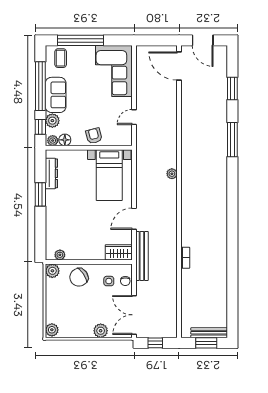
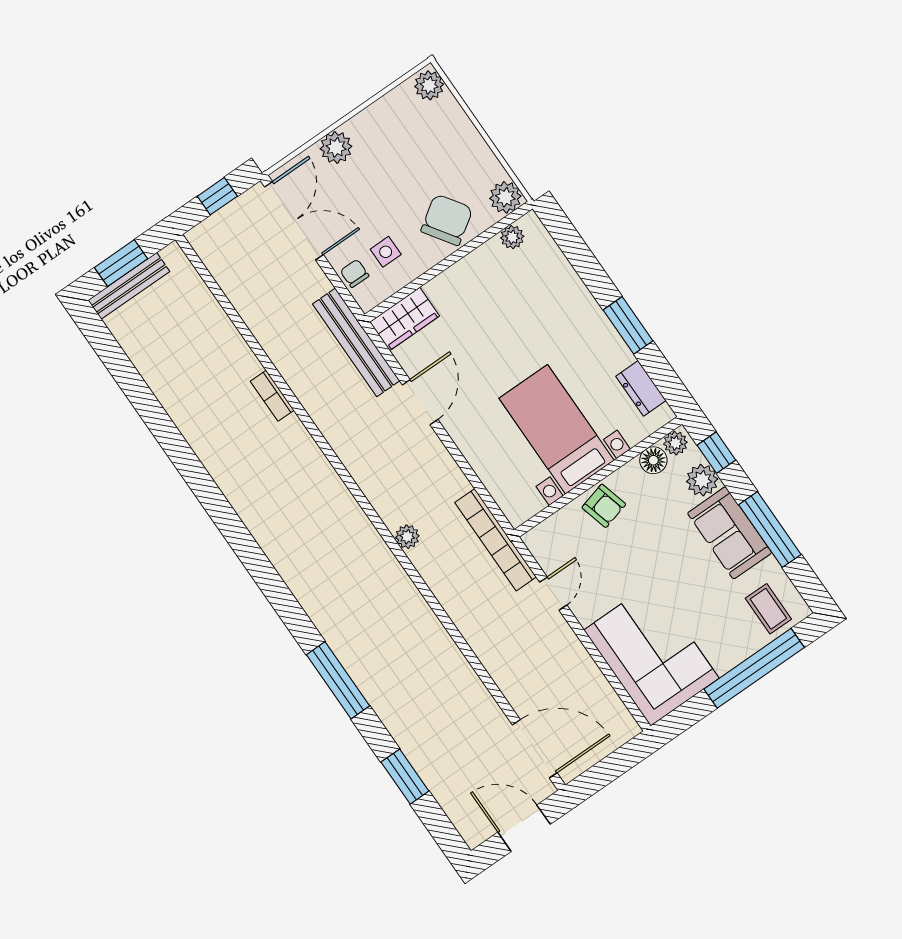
window: (40, 86) -> (770, 530), width x0.68
bookcase: (141, 151) -> (496, 540), added
dresser: (51, 173) -> (641, 388), width x0.70
bed with nightstands: (109, 175) -> (557, 429), moved

